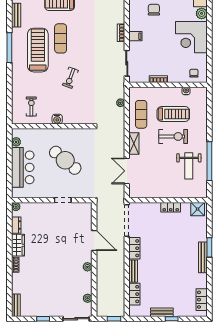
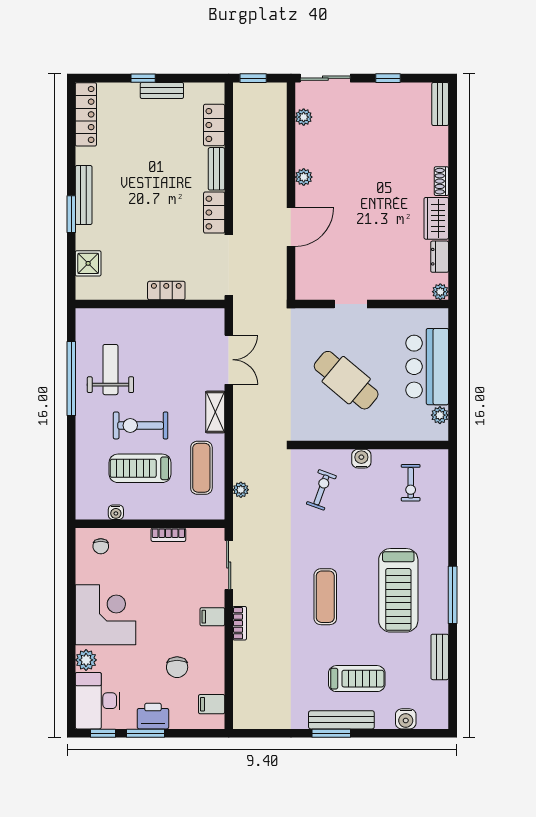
exercise mat: (61, 38) -> (325, 597), moved
exercise bike: (70, 78) -> (321, 490), moved
locker: (171, 207) -> (166, 291), moved
shower: (198, 209) -> (88, 263), moved
door: (94, 241) -> (291, 227), swing flipped
locker: (202, 300) -> (86, 114), width x1.53

